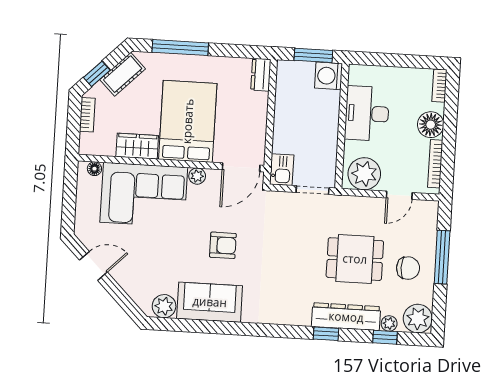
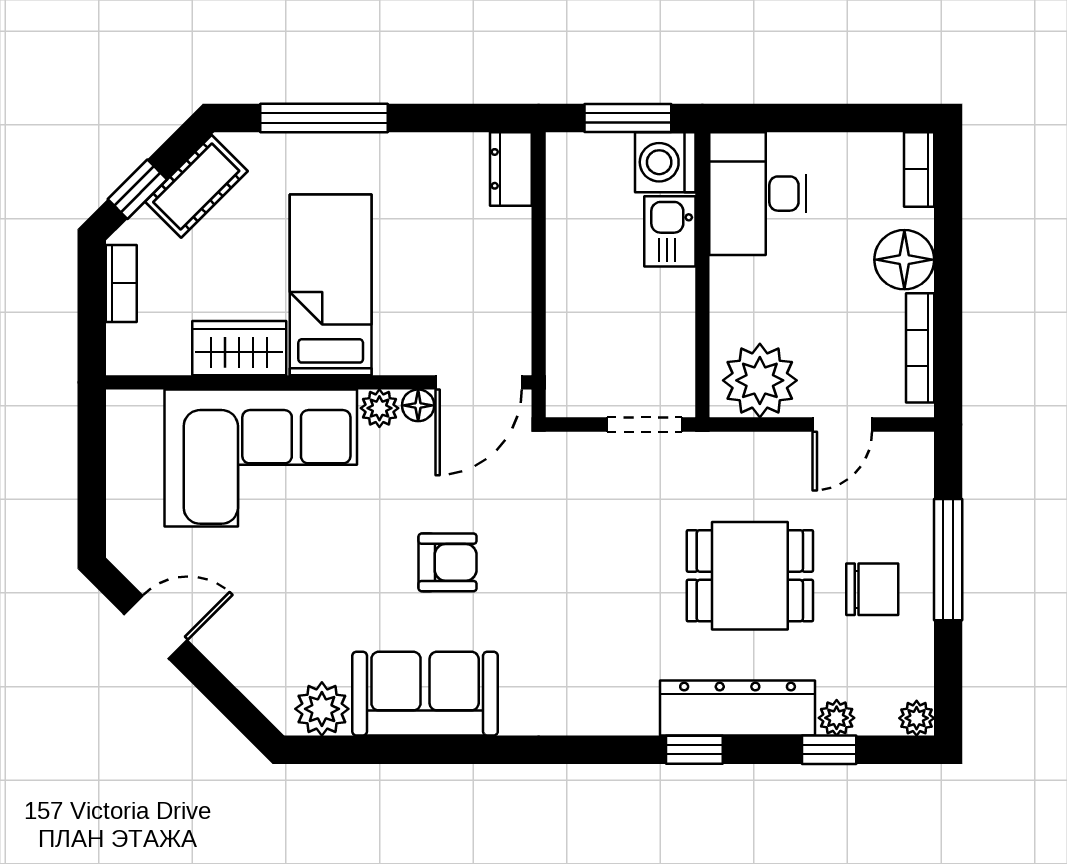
desk: (367, 113) -> (758, 194), moved
bed: (188, 121) -> (331, 285), width x0.67
floor lamp: (94, 169) -> (418, 405), moved
kitchen sink: (282, 170) -> (670, 231), moved, turned 180
plant: (418, 319) -> (917, 718), width x0.53, depth x0.53

